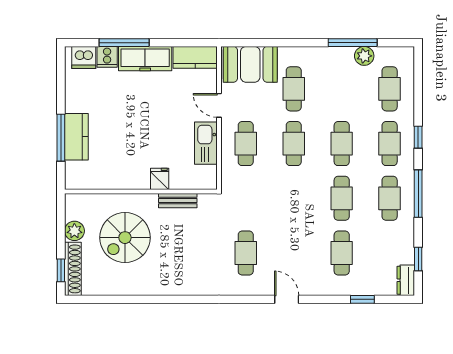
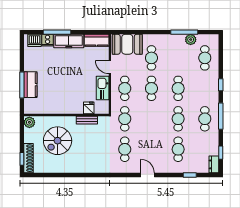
cafe table: (390, 144) -> (125, 119), moved
fridge: (160, 179) -> (89, 108), moved
plant: (74, 231) -> (29, 122), moved

